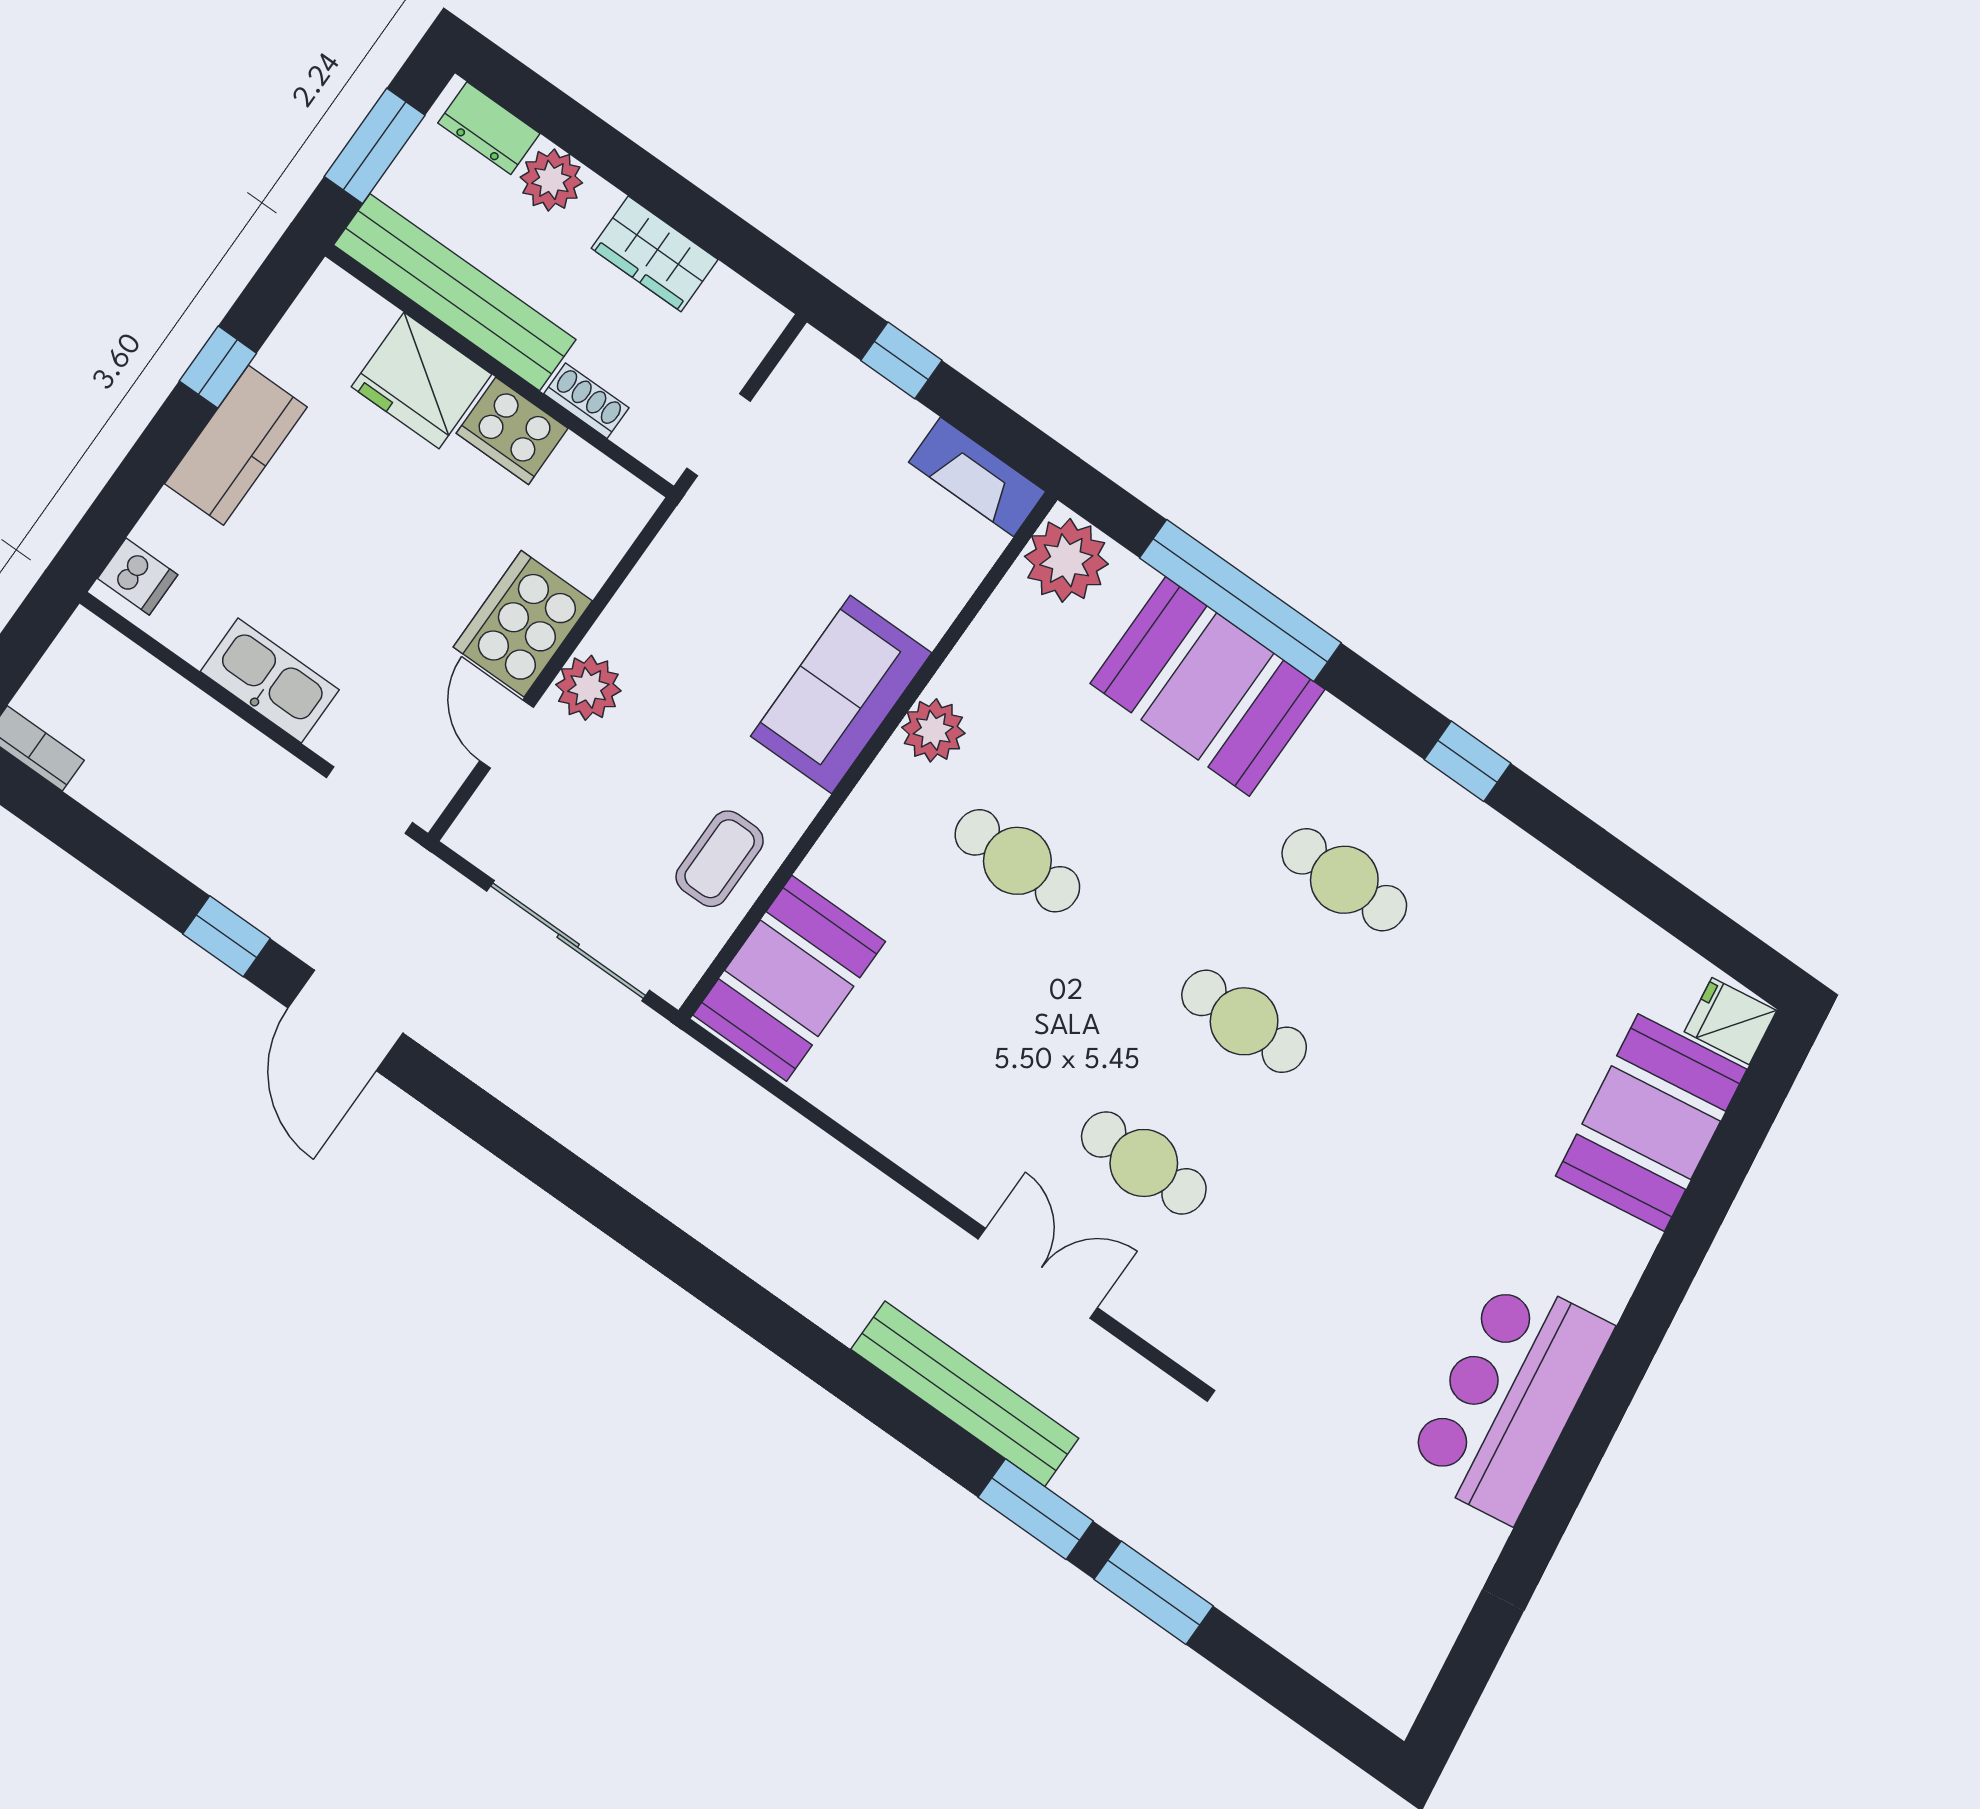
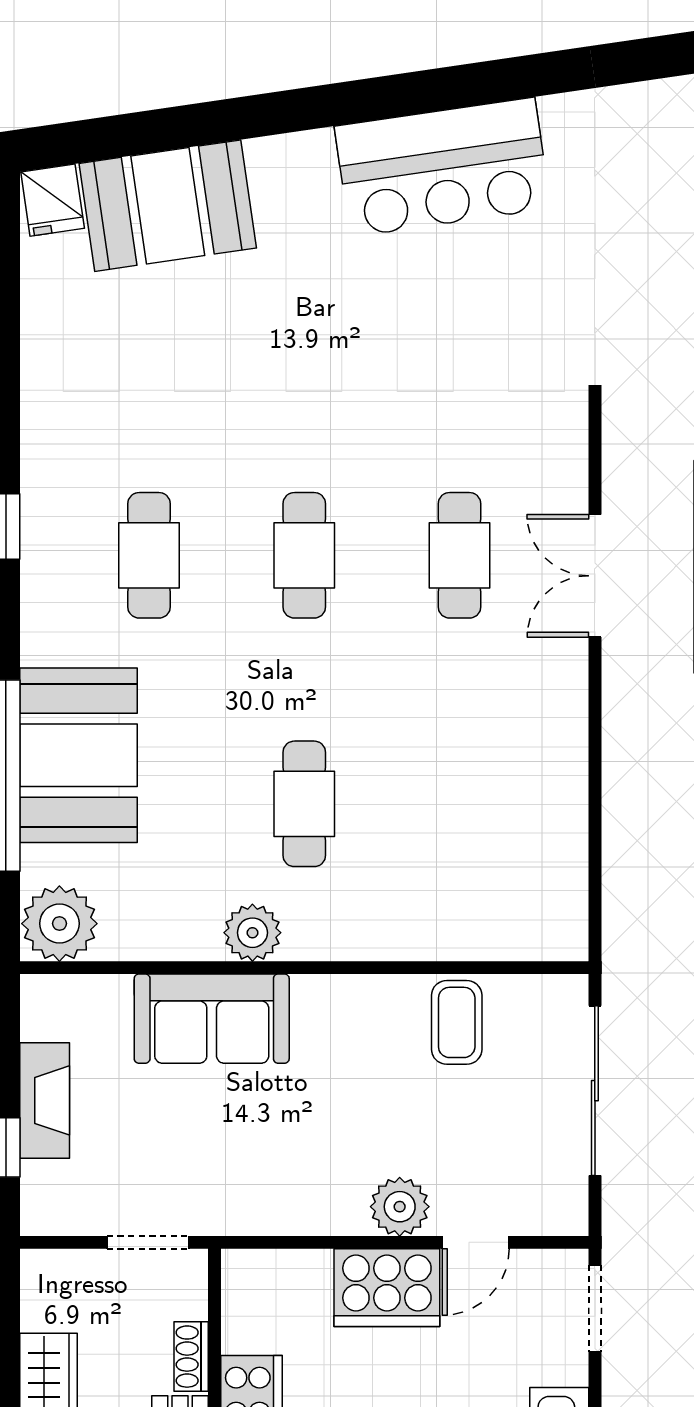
fireplace: (977, 477) -> (45, 1100), moved
sofa: (841, 694) -> (212, 1019), moved
coffee table: (720, 859) -> (457, 1022), turned 90
booth: (789, 978) -> (508, 910), removed

